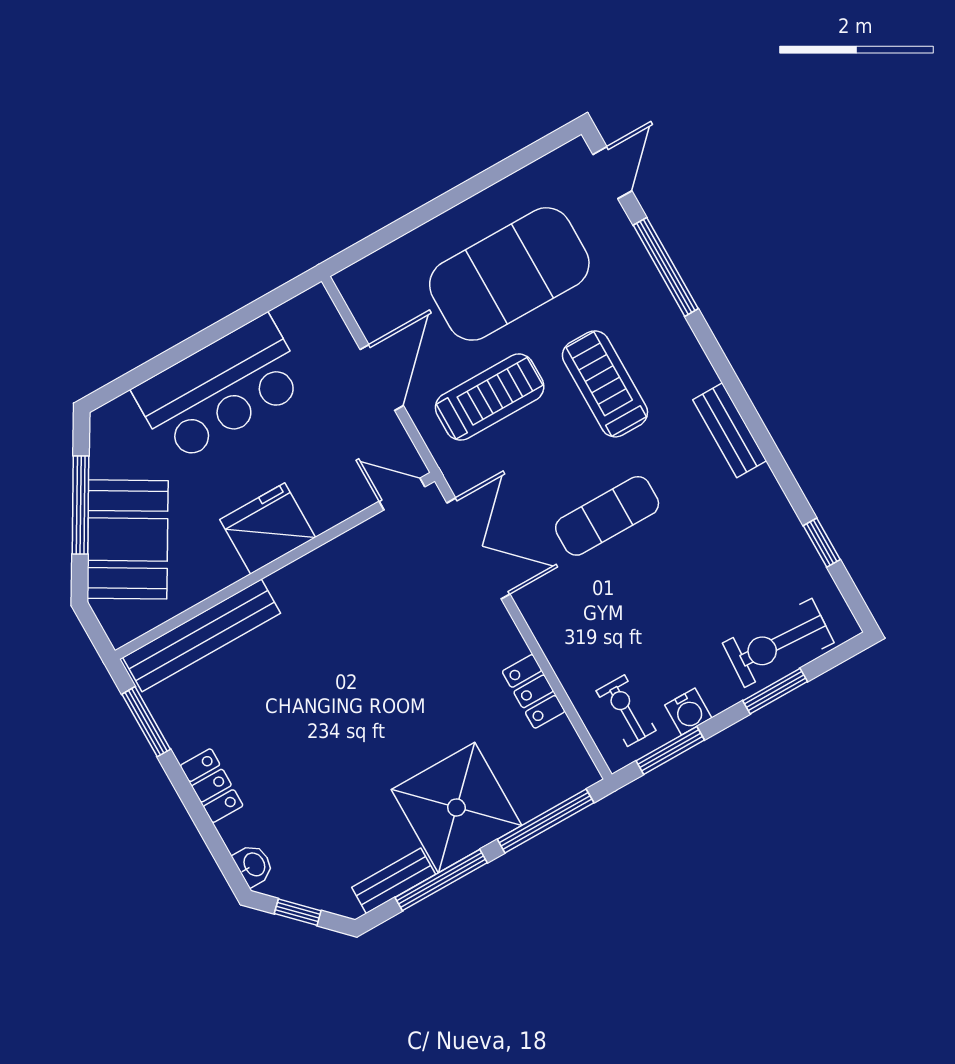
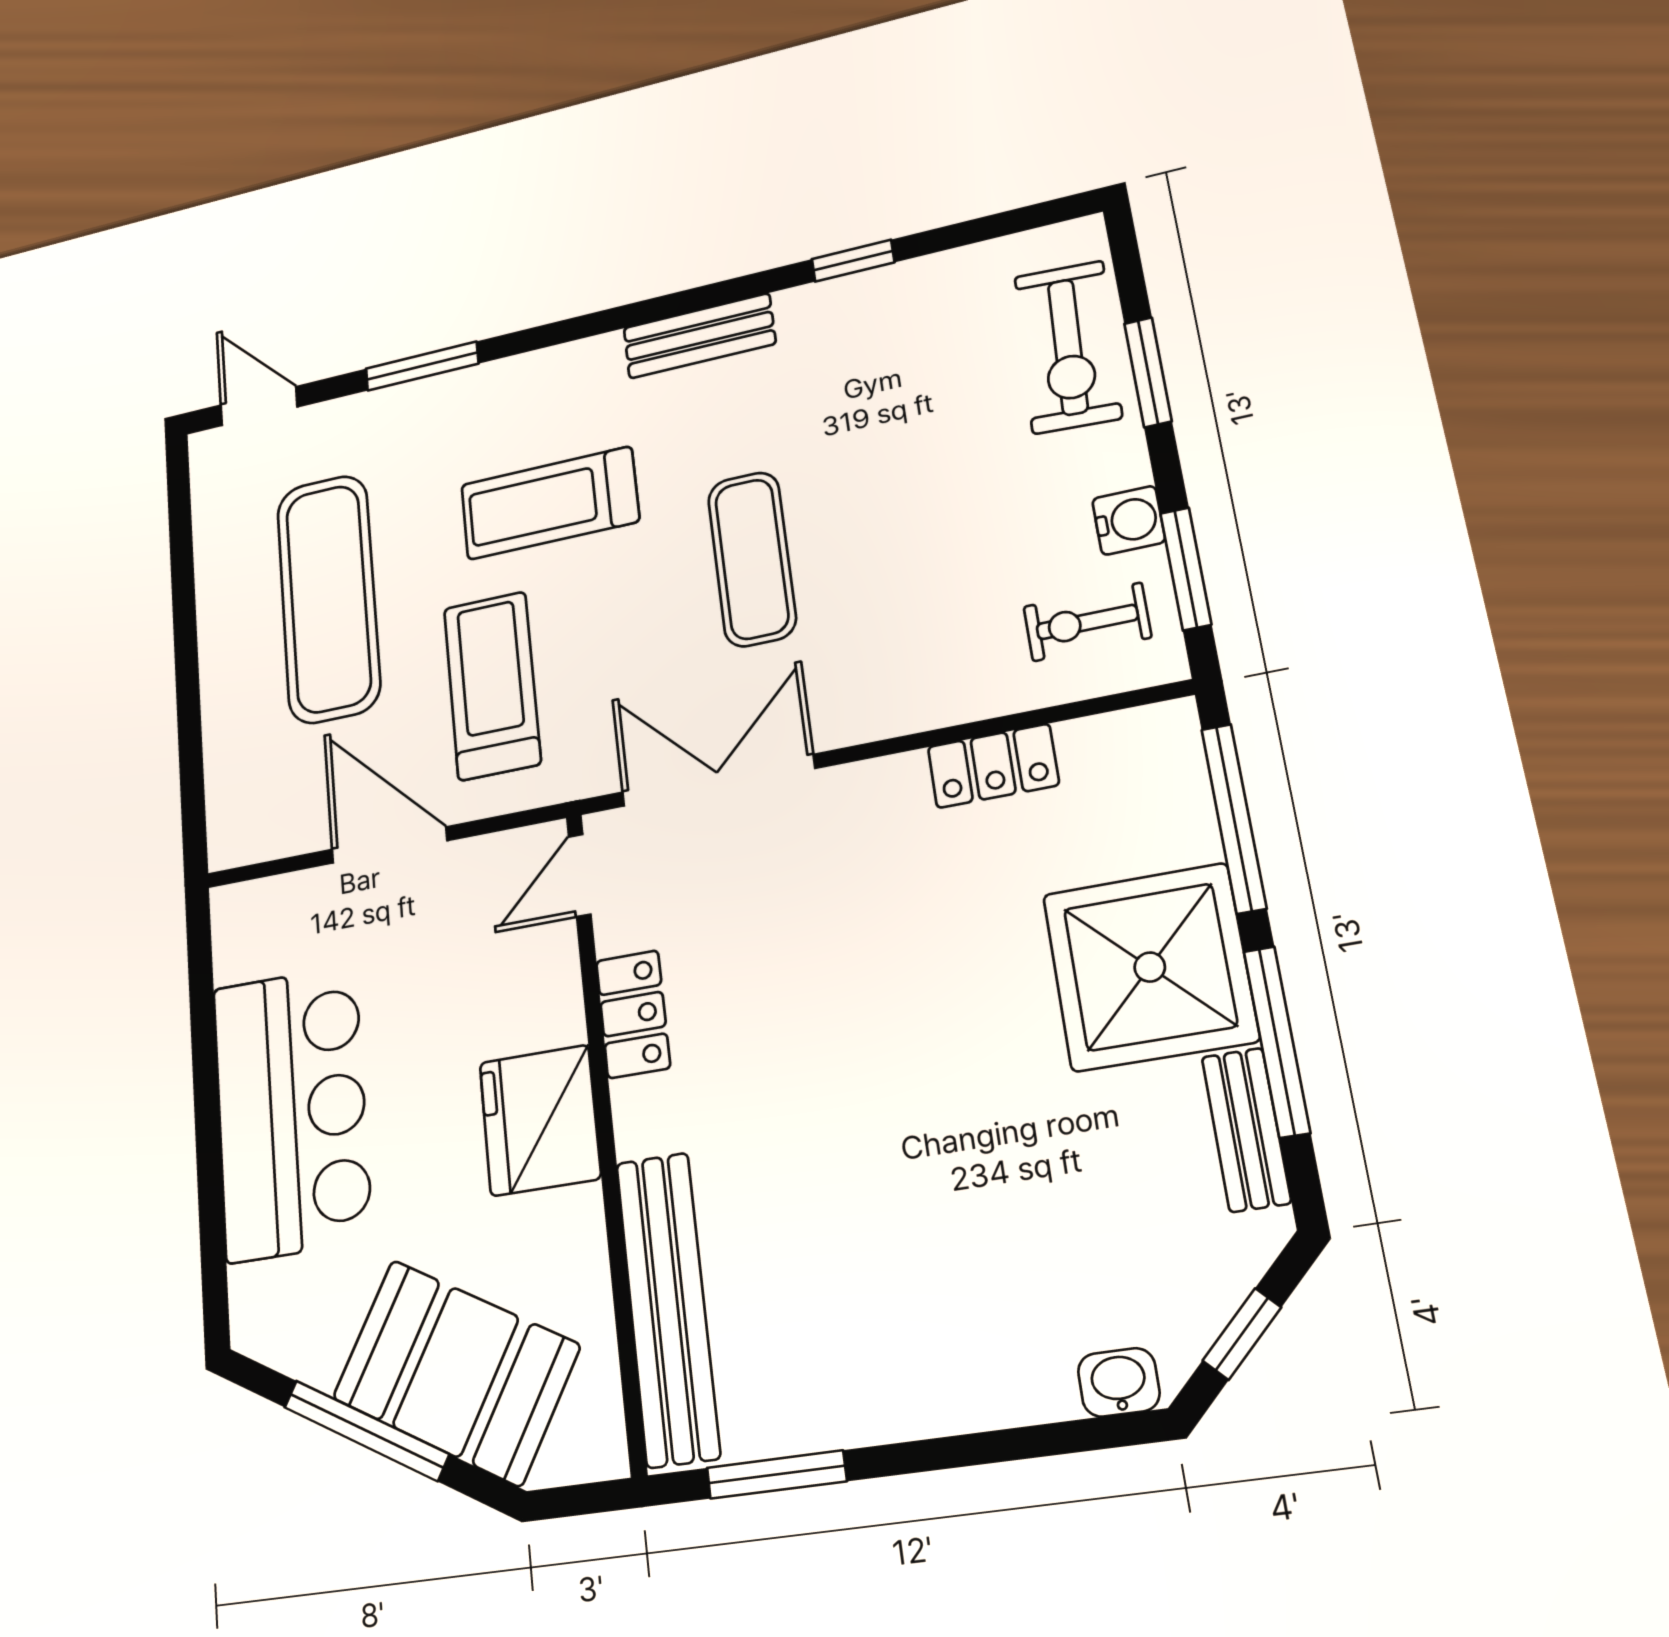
window: (666, 267) -> (422, 366), width x0.69
exercise mat: (509, 274) -> (328, 598), width x0.68
window: (822, 543) -> (853, 261), moved
locker: (212, 786) -> (633, 1014), moved, turned 90

